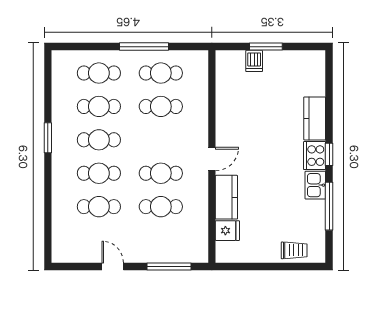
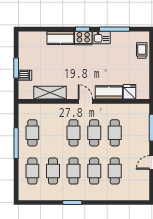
shelving: (226, 102) -> (50, 93), added
cafe table: (161, 106) -> (74, 133), moved

